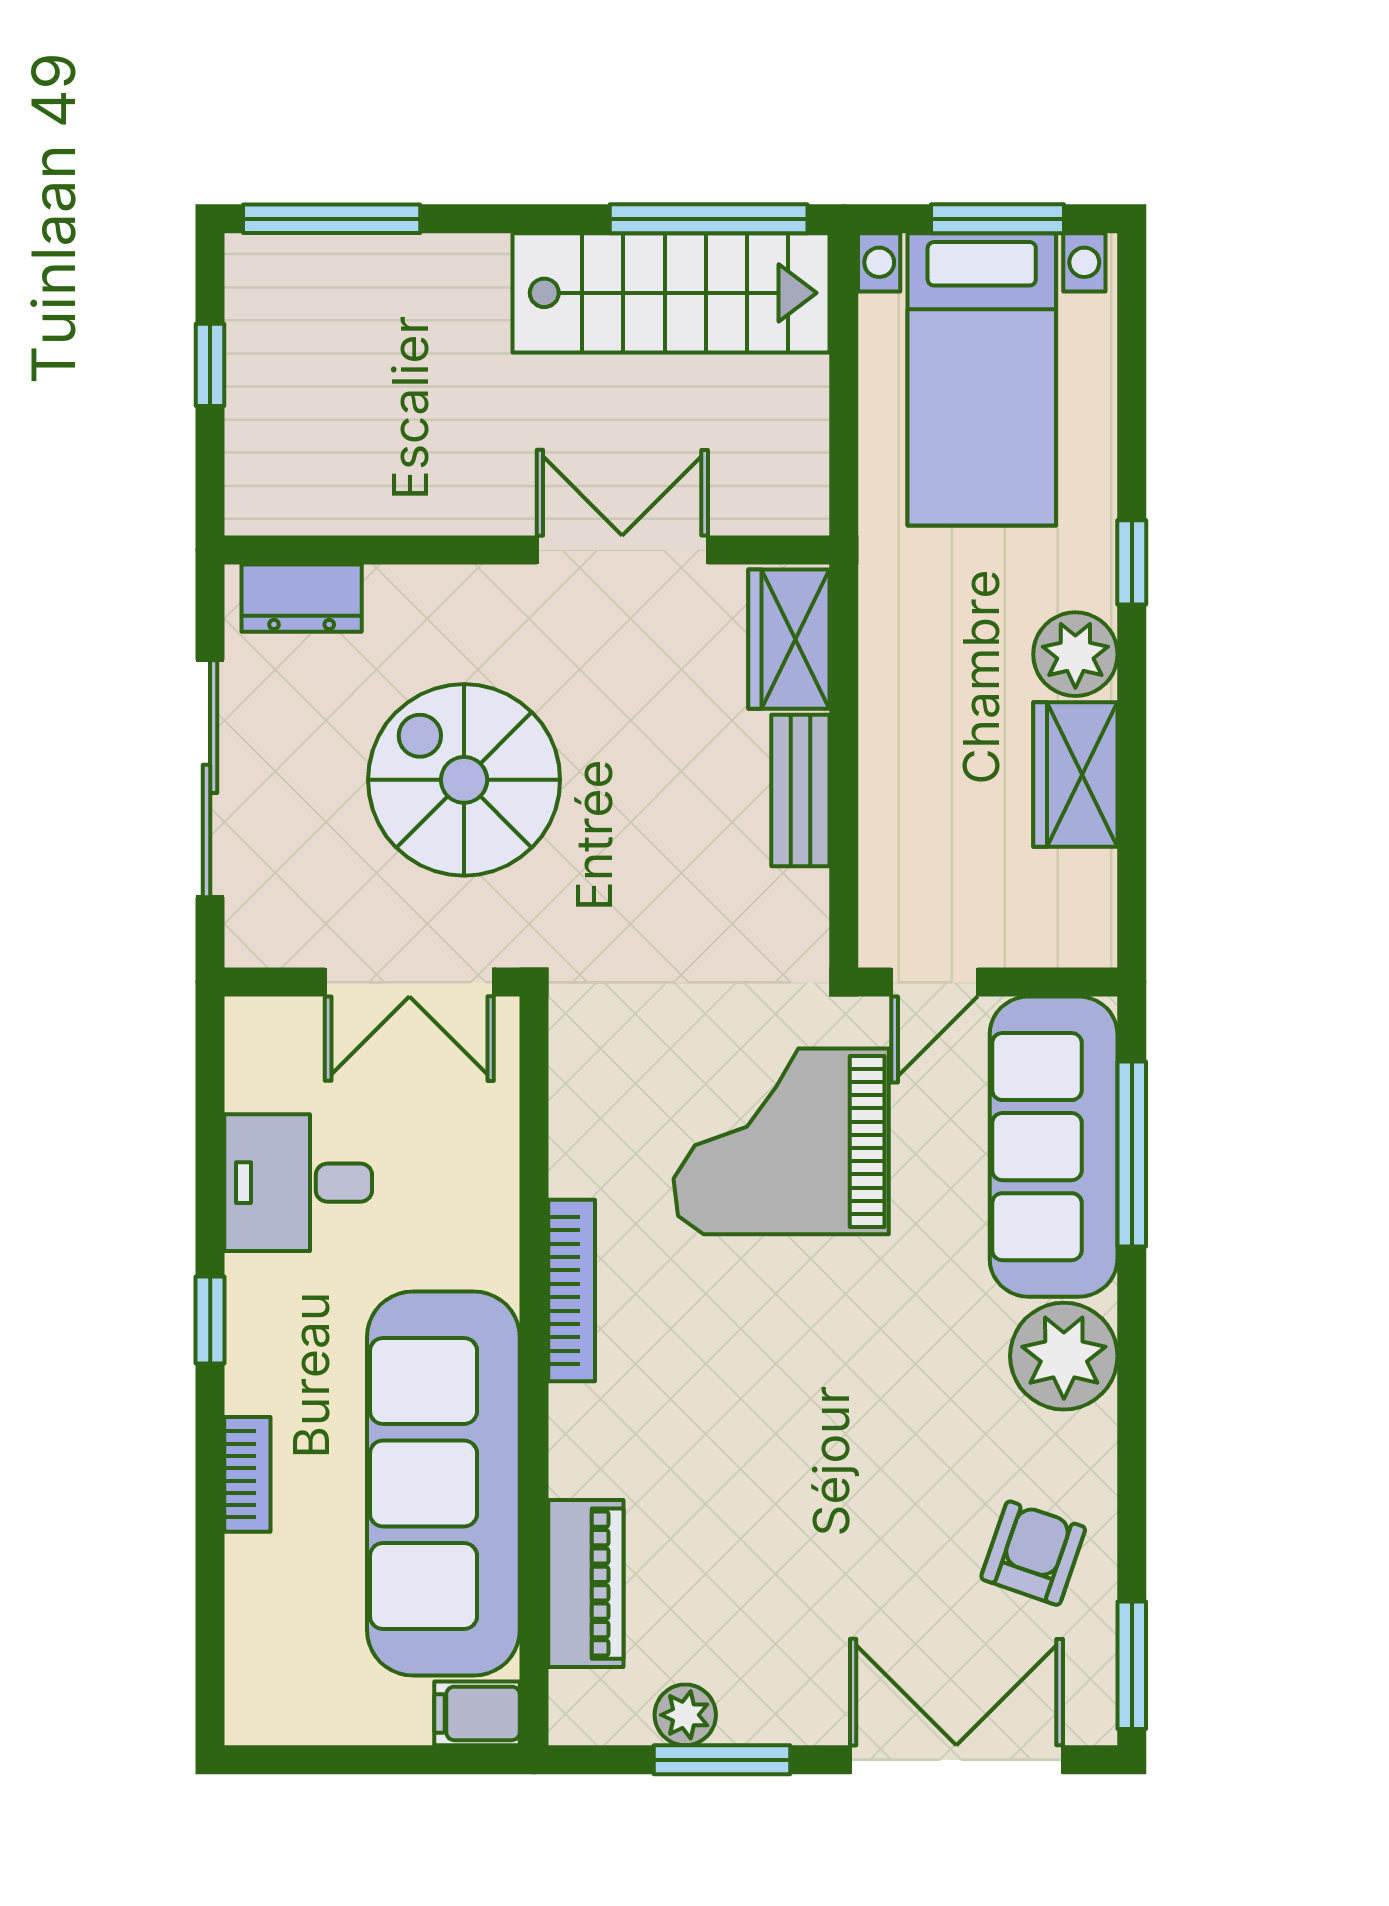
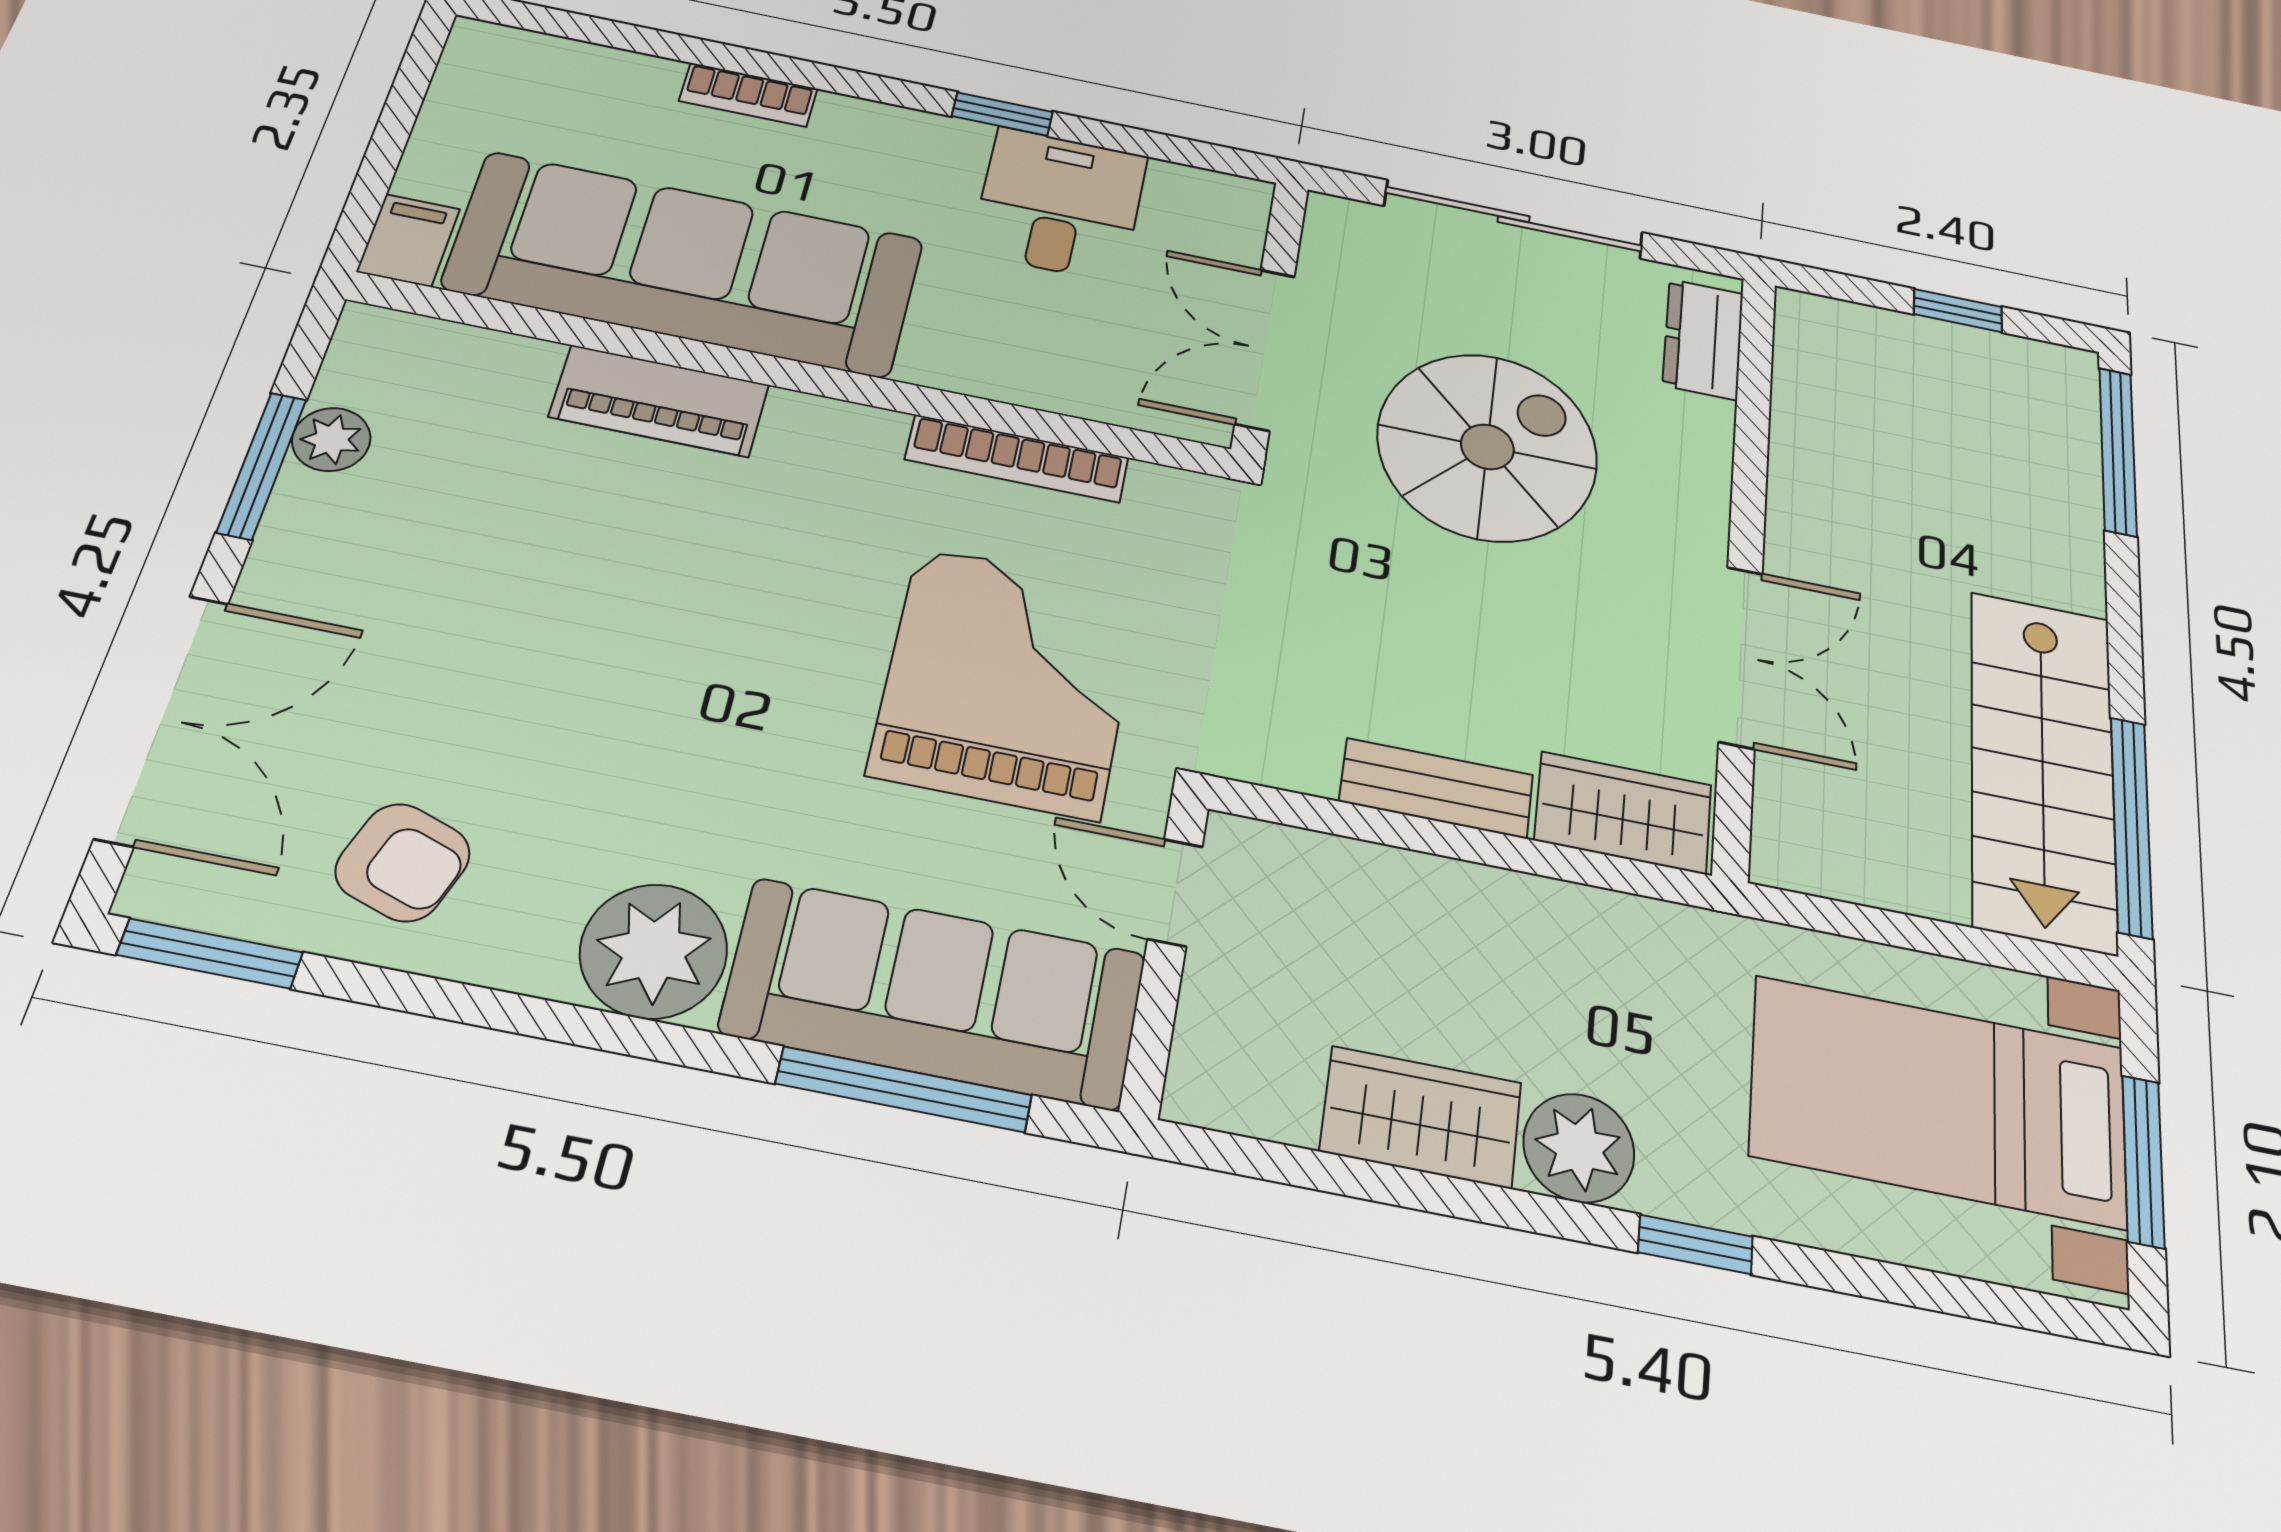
bookcase: (572, 1290) -> (1017, 458), moved
window: (210, 1320) -> (1002, 114), moved
piano: (586, 1584) -> (659, 401), moved

